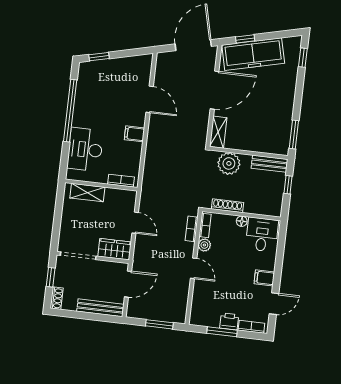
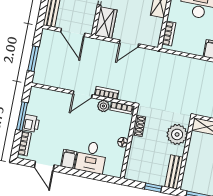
shoe rack: (228, 206) -> (139, 126), width x0.70
bookcase: (192, 229) -> (107, 93), moved
desk: (262, 235) -> (91, 157), moved, turned 90

